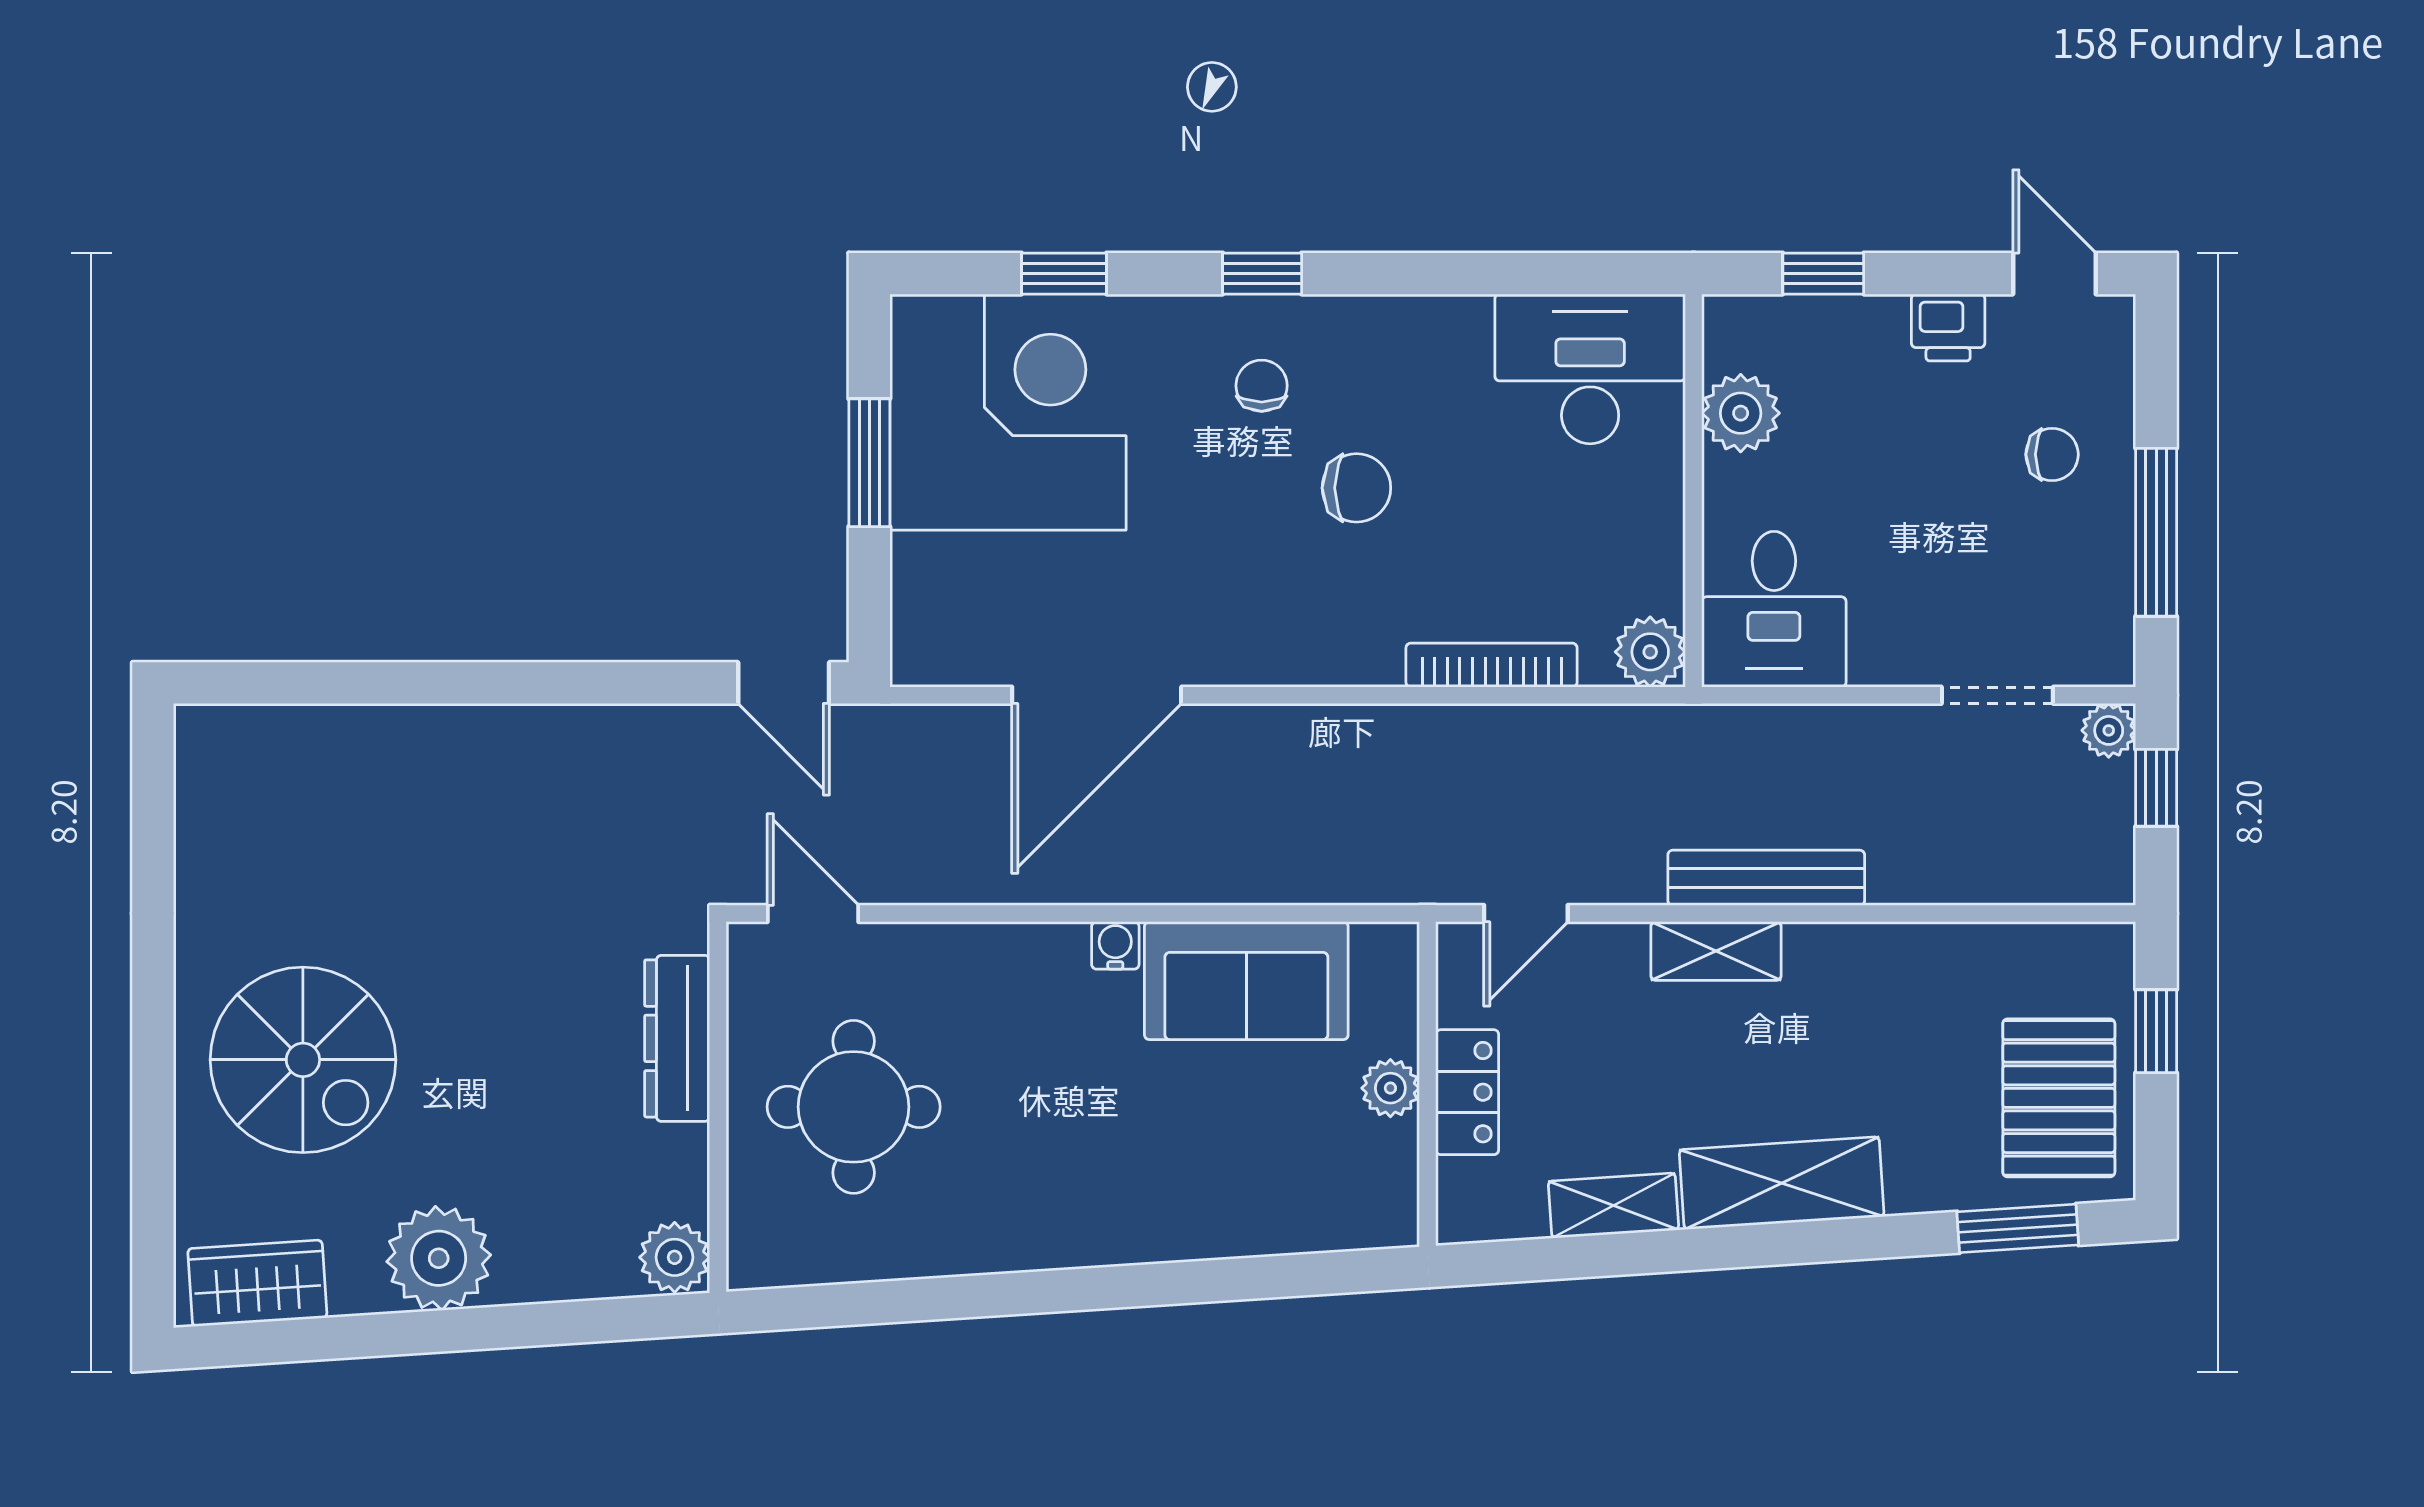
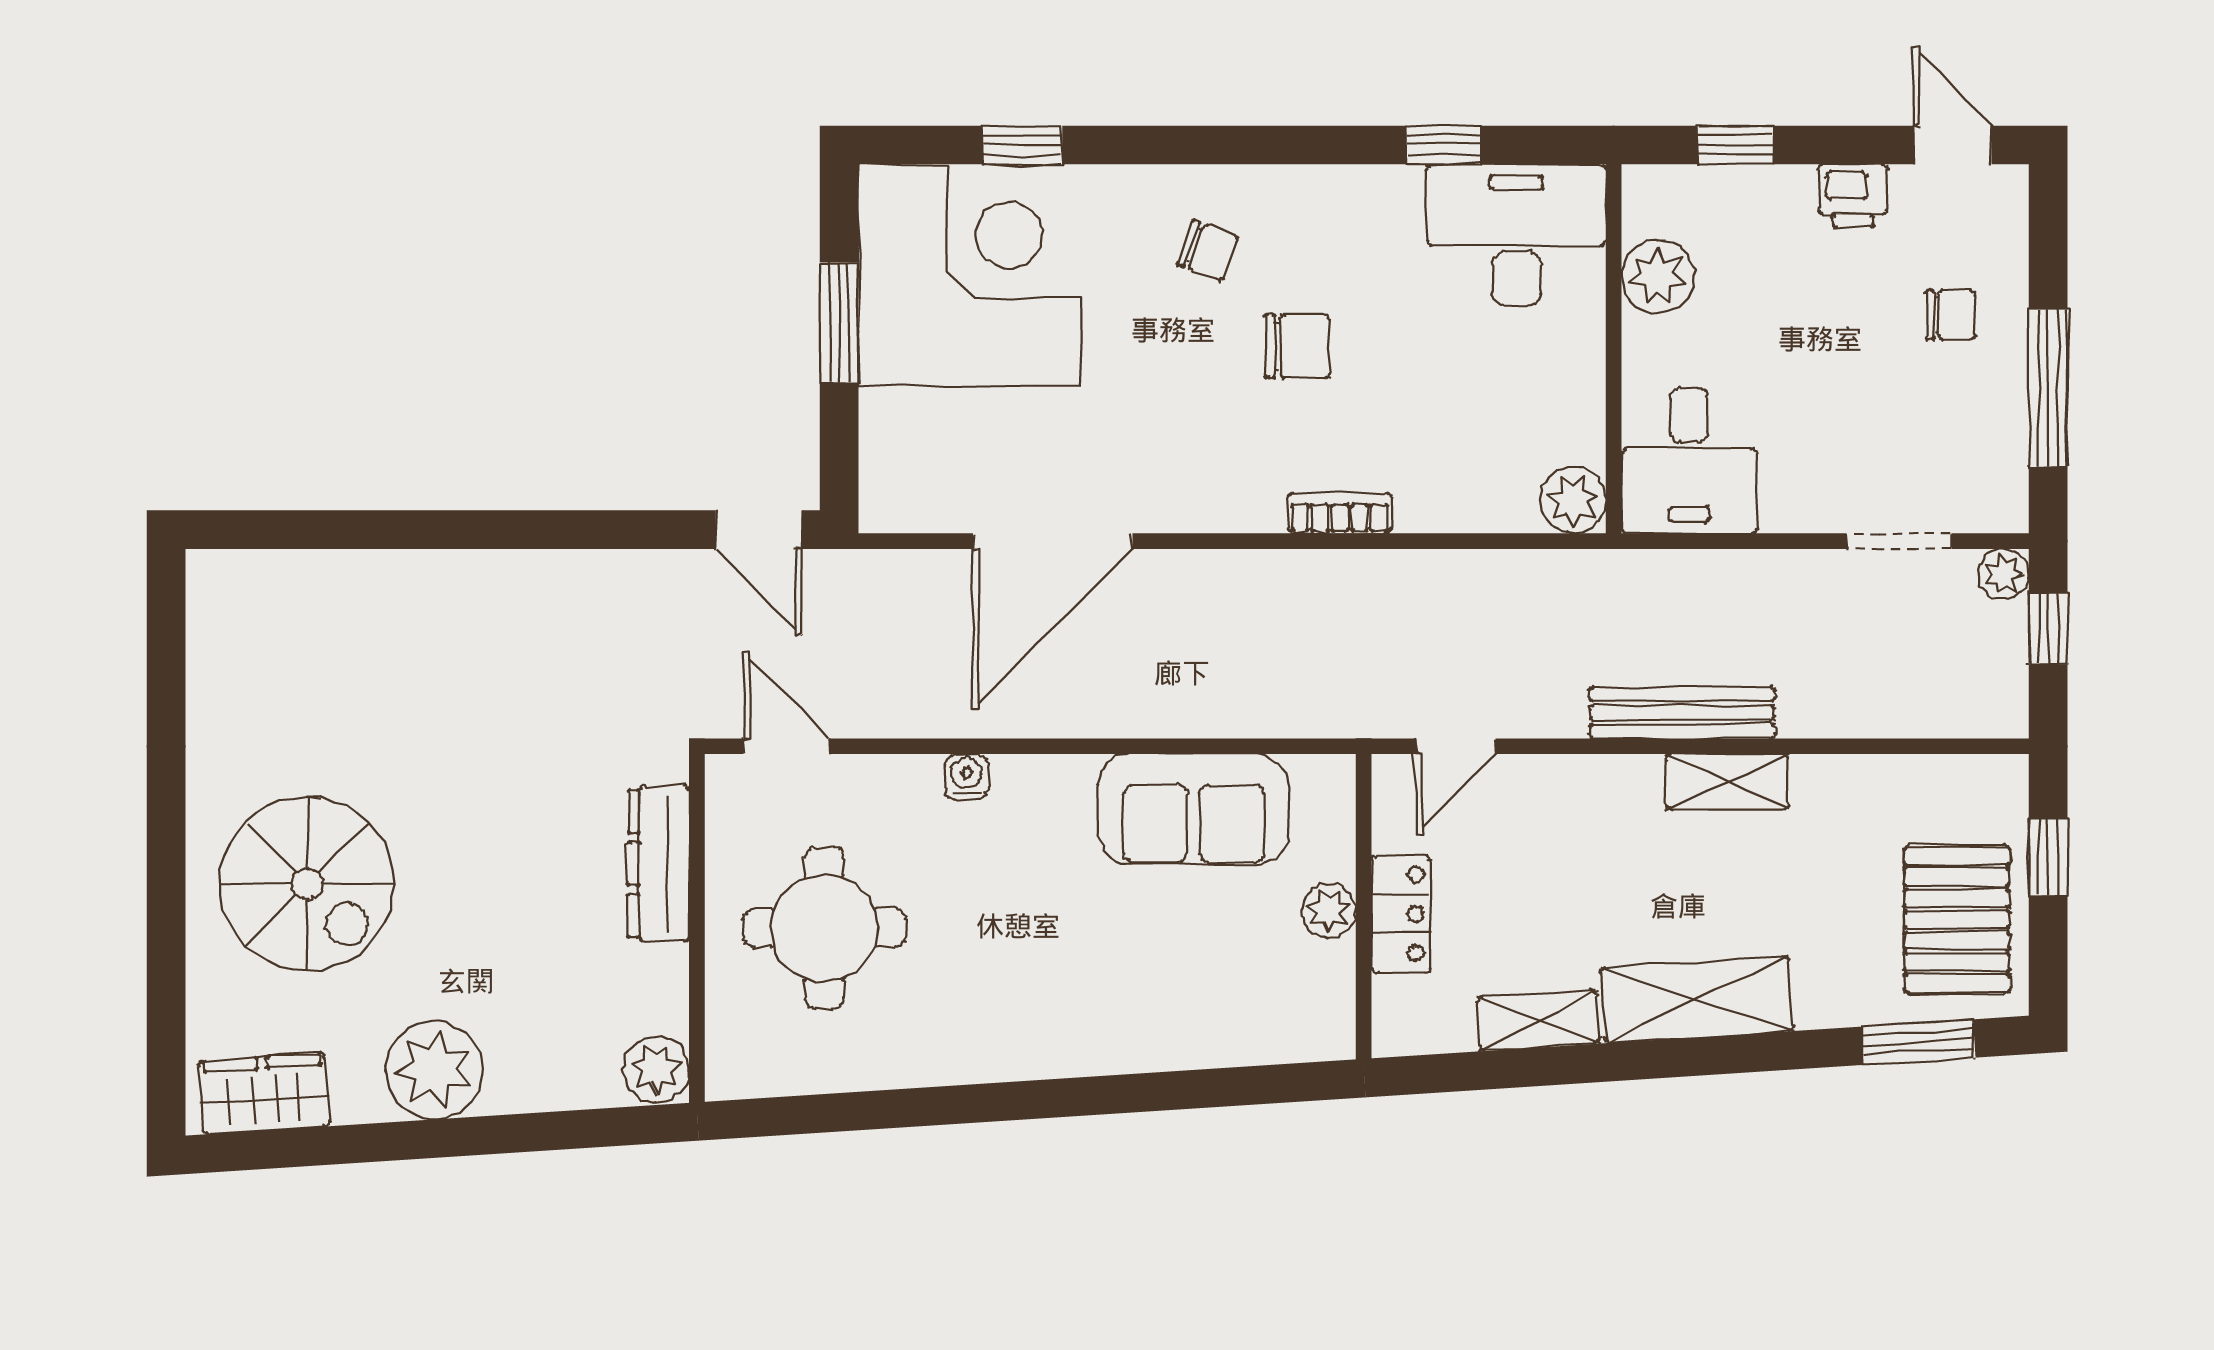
window: (1262, 274) -> (1444, 145), moved
chair: (1262, 386) -> (1208, 250), turned 110
bookcase: (1492, 665) -> (1340, 513), moved, width x0.64
water cooler: (1115, 945) -> (966, 776), moved
shelving: (1716, 951) -> (1727, 782), moved

